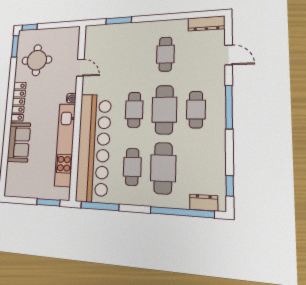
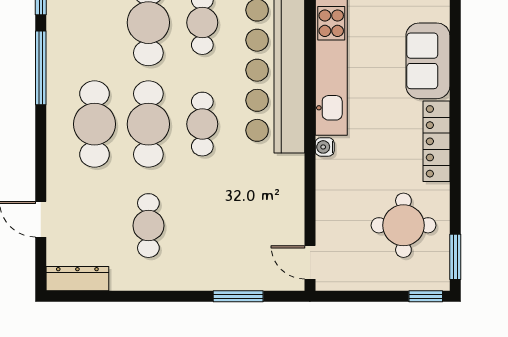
door: (80, 68) -> (310, 262), moved
window: (229, 107) -> (41, 68), moved
cafe table: (196, 110) -> (94, 124), width x1.37, depth x1.35

